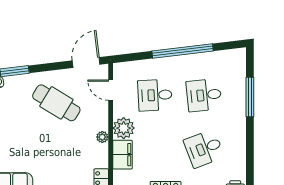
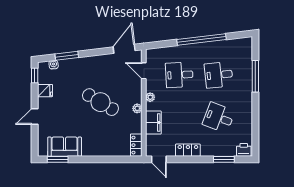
cafe table: (56, 103) -> (100, 102), moved
plant: (124, 128) -> (150, 97), width x0.53, depth x0.53
desk: (204, 149) -> (219, 118), turned 42

